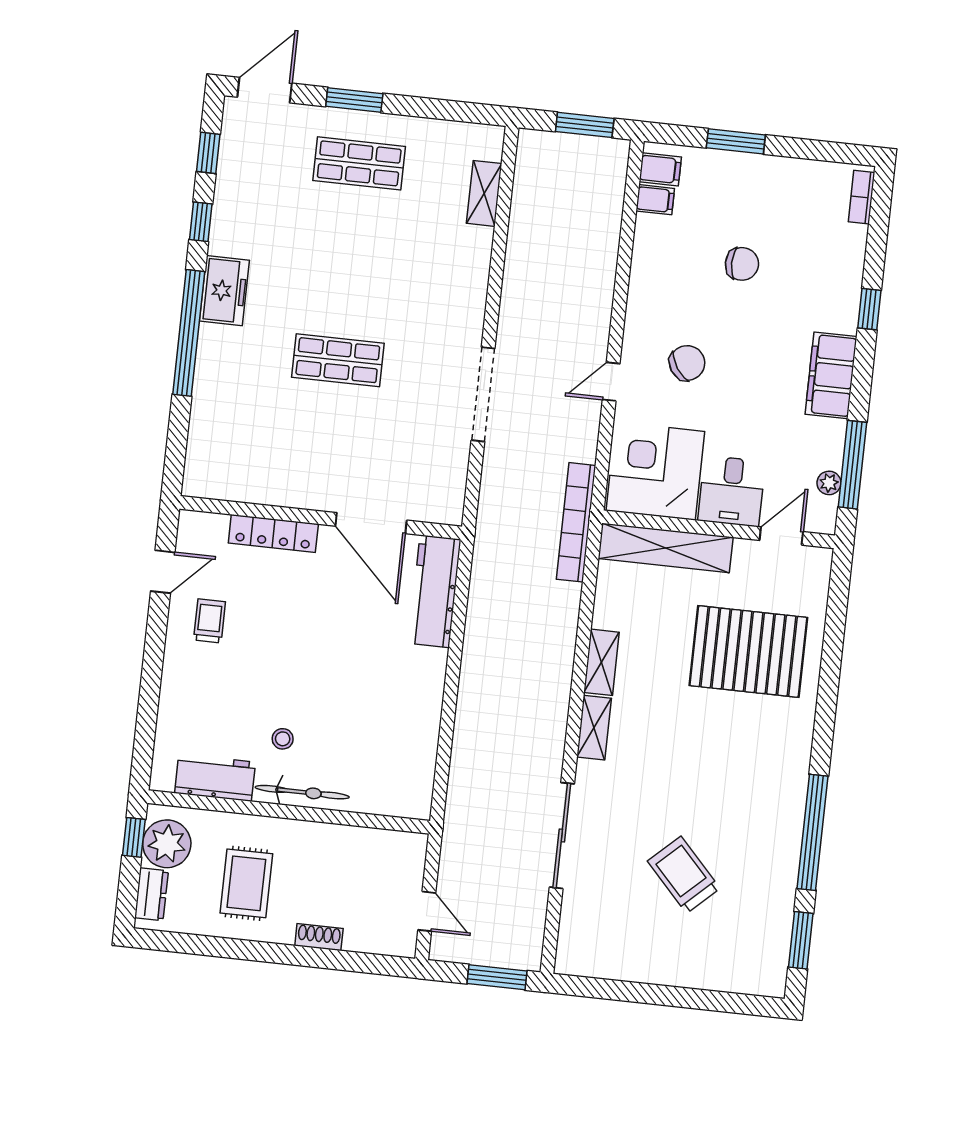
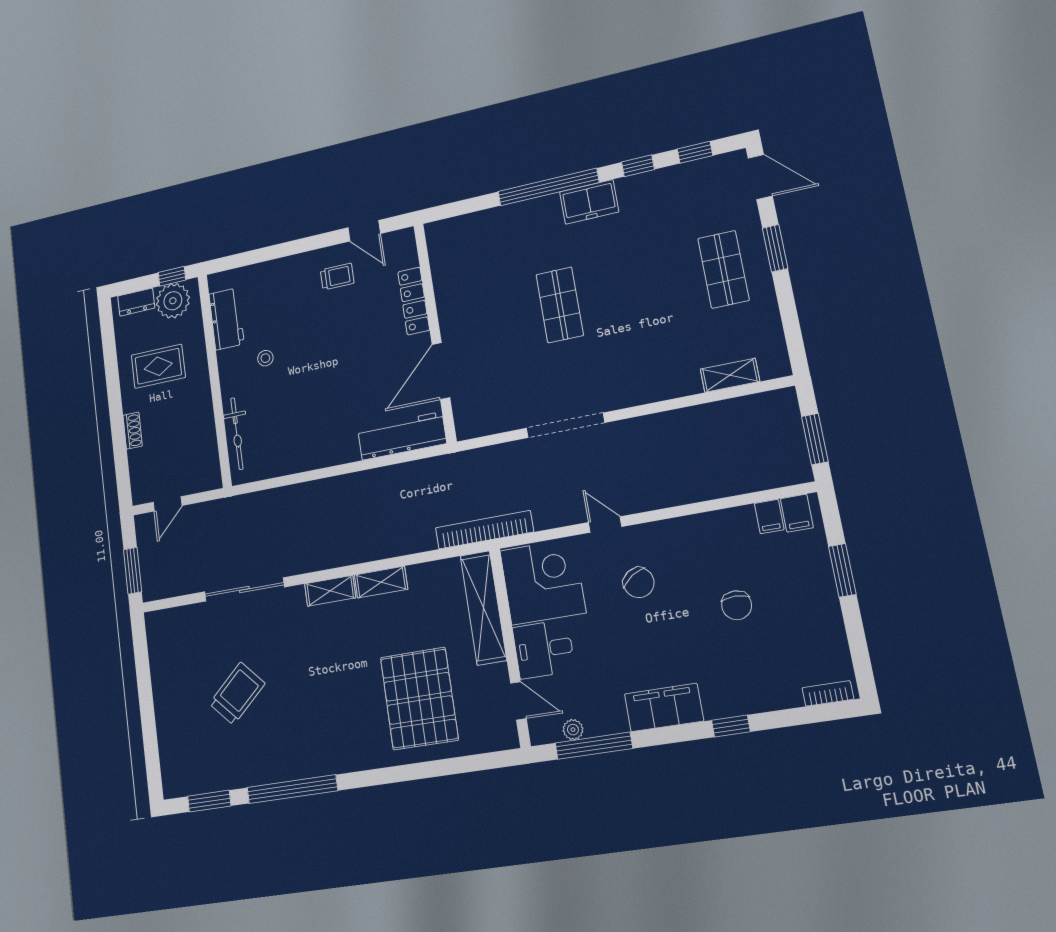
bicycle: (302, 792) -> (237, 434), moved

